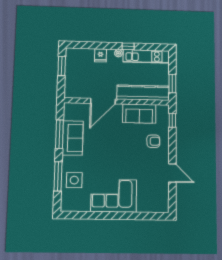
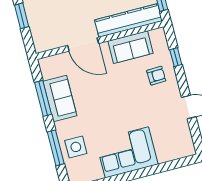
door: (103, 101) -> (83, 44), hinge flipped
window: (172, 120) -> (176, 57), moved

